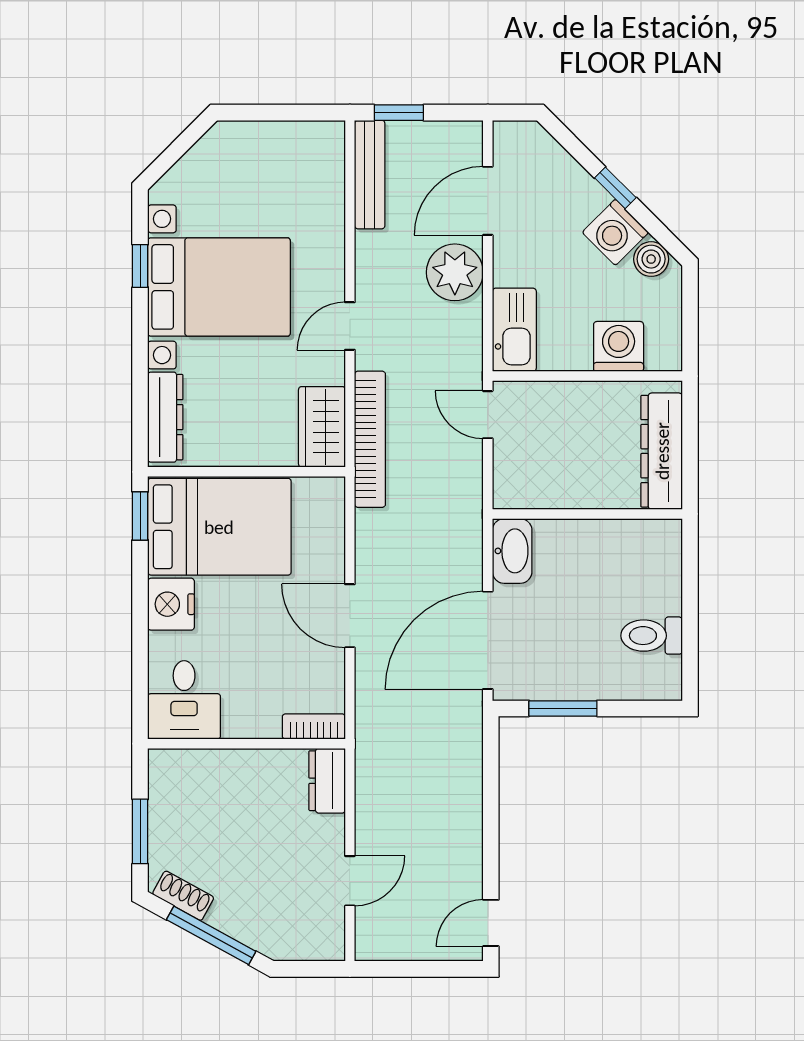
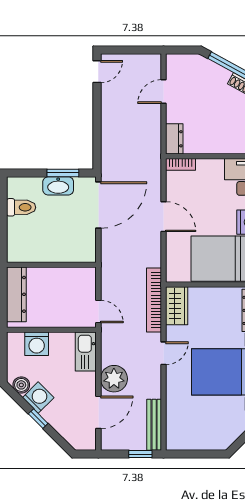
washbasin: (512, 551) -> (58, 186), moved, turned -90

